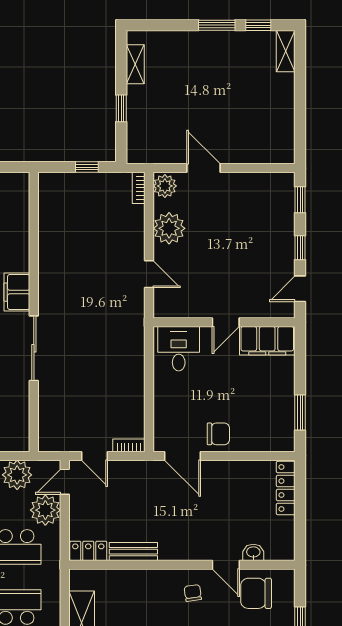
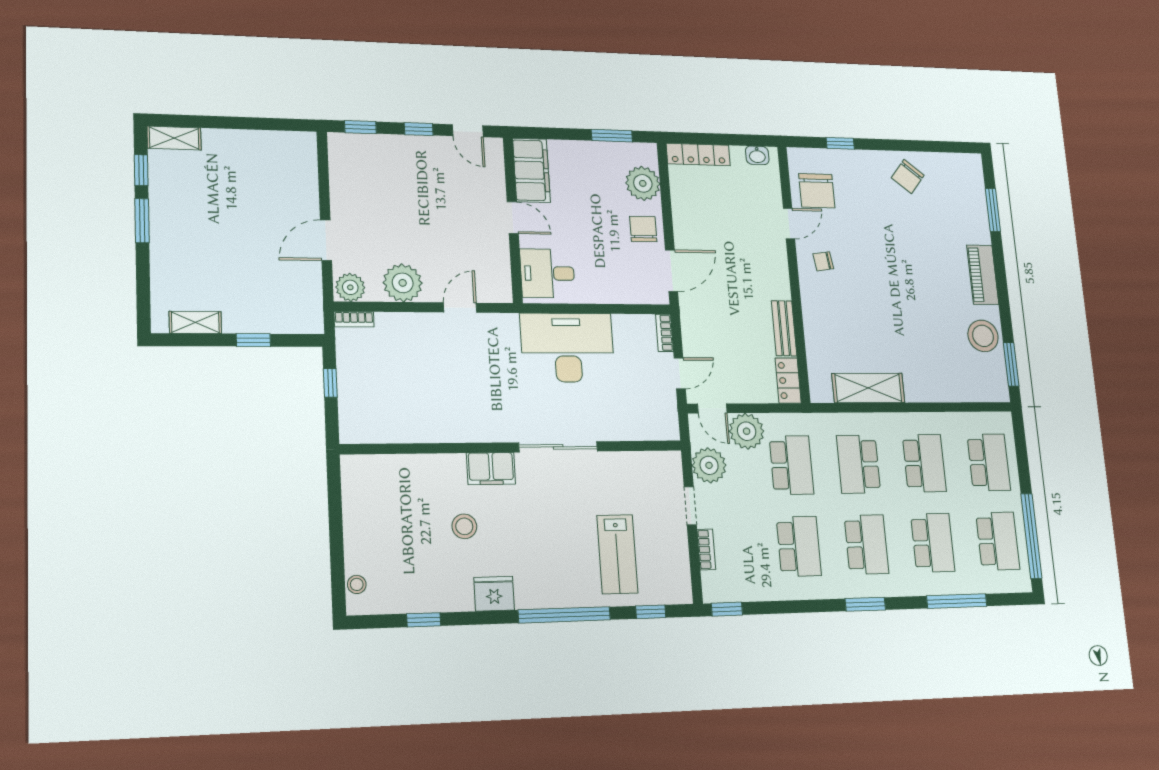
desk: (116, 361) -> (567, 348), added
plant: (258, 437) -> (643, 183), added
washbasin: (253, 552) -> (757, 155), moved, turned -90

